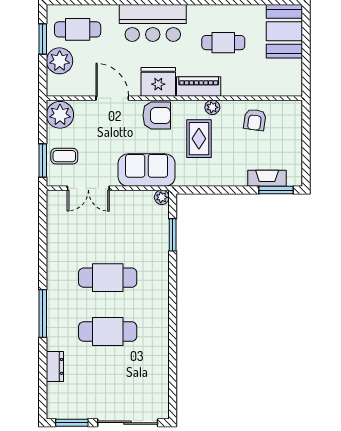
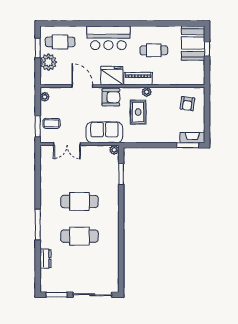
window: (306, 40) -> (207, 49), added
plant: (60, 115) -> (45, 97), width x0.53, depth x0.53
armchair: (255, 120) -> (187, 104), moved
fireplace: (267, 178) -> (192, 138), moved

